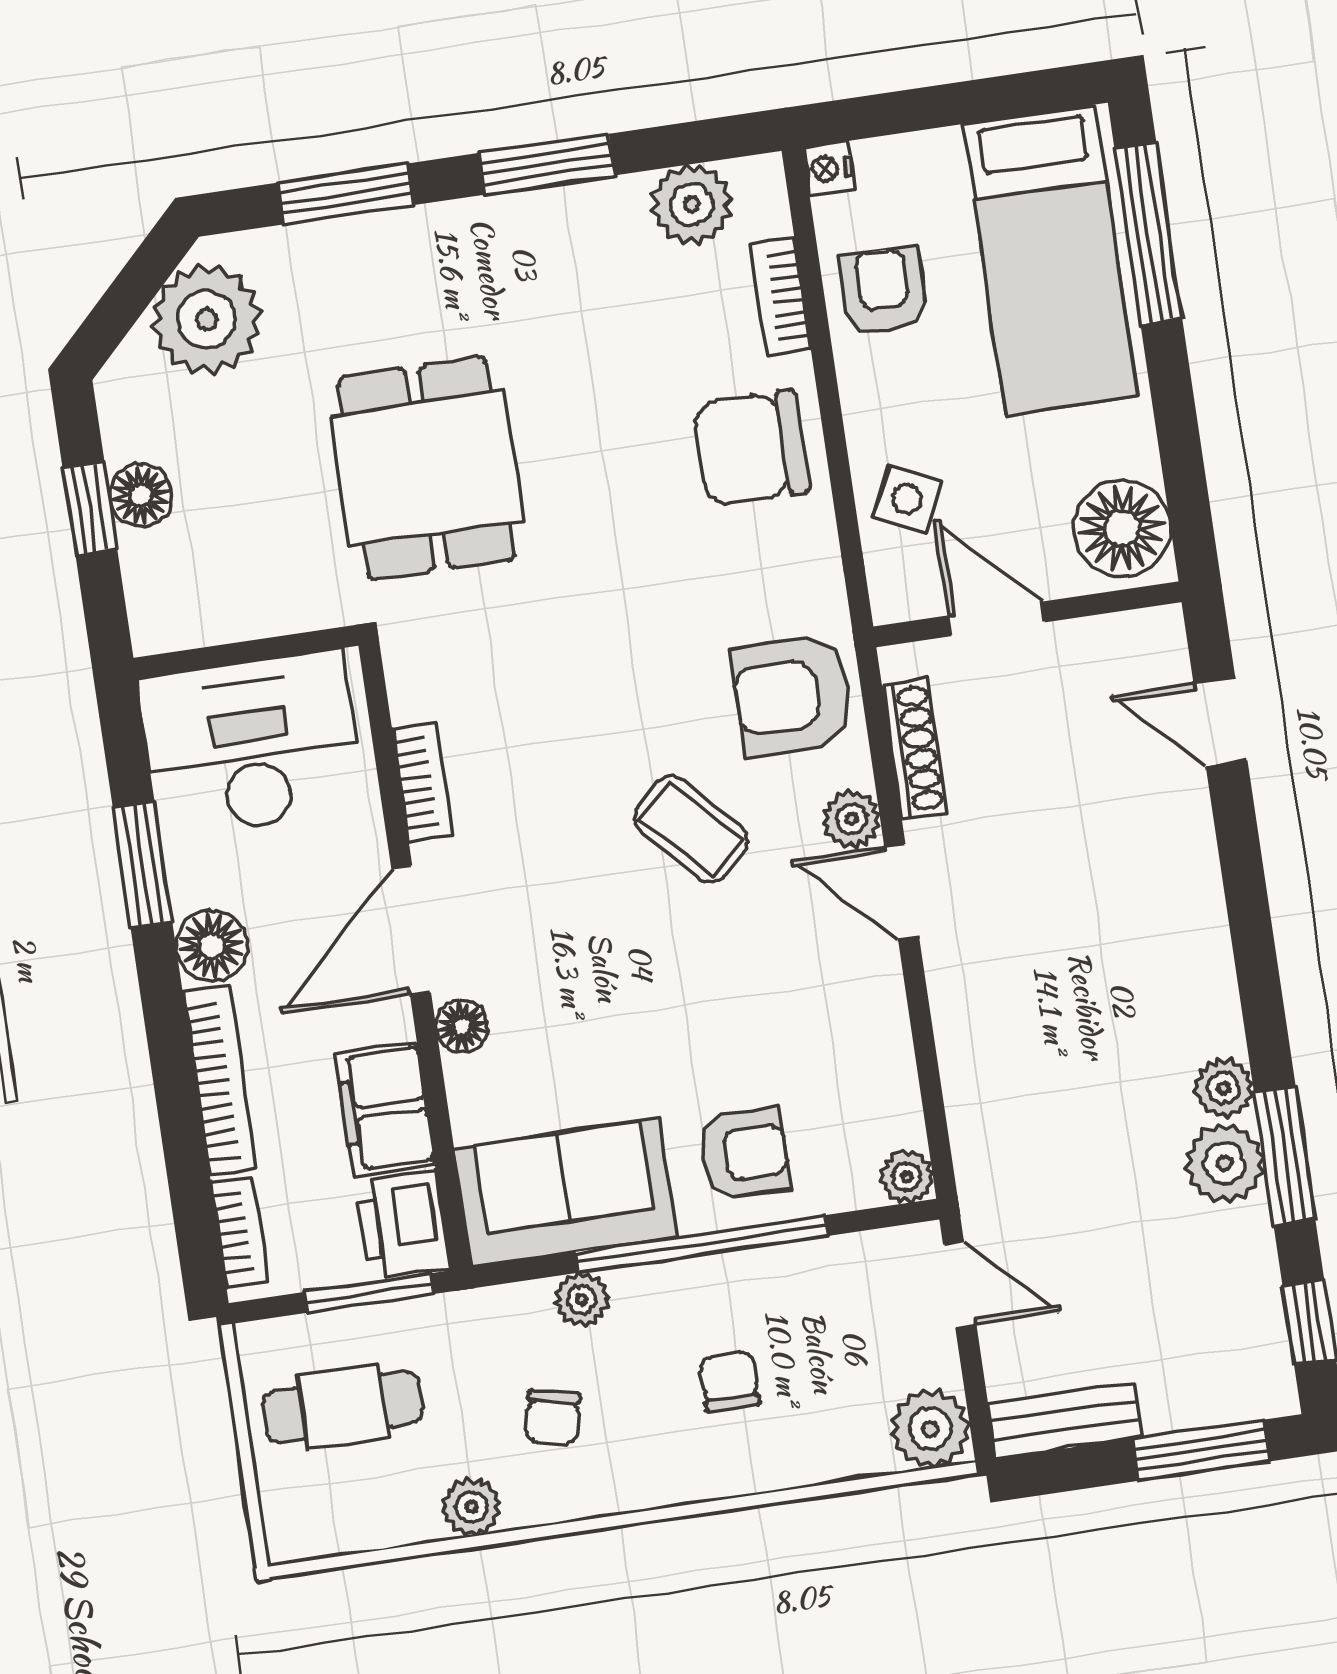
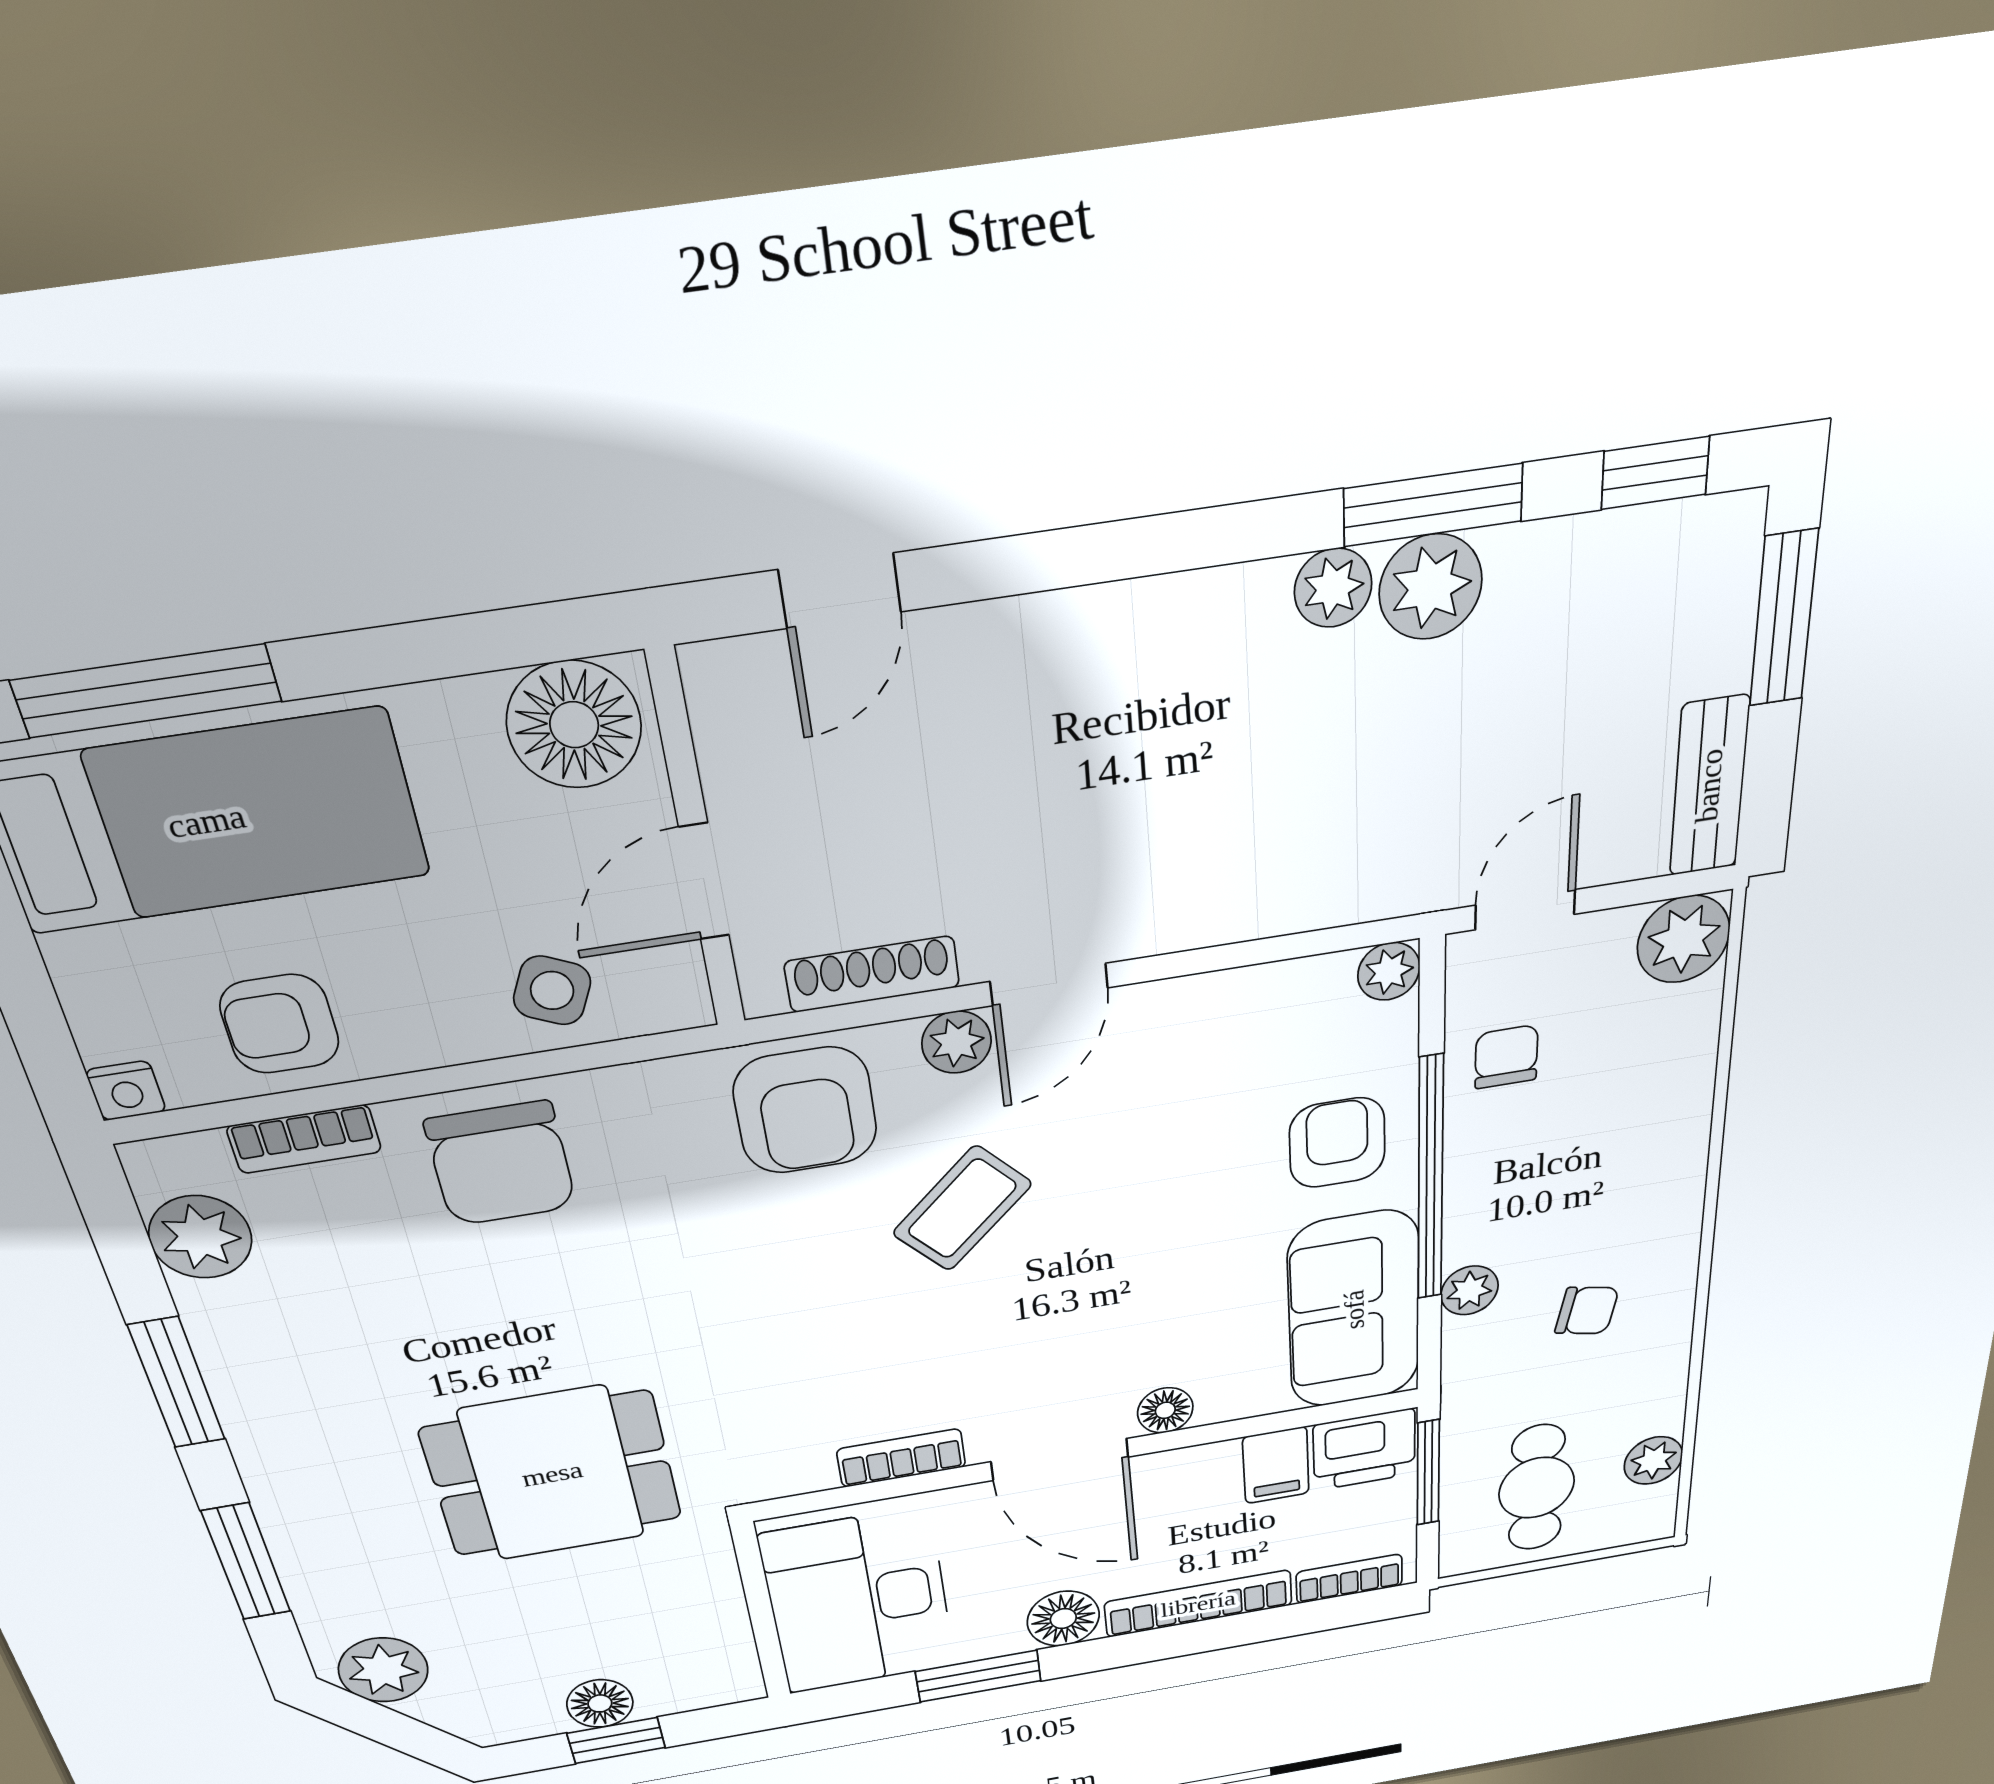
plant: (206, 319) -> (383, 1670), width x0.73, depth x0.73
filing cabinet: (385, 1109) -> (1276, 1465), width x0.50
chair: (730, 1382) -> (1506, 1057), moved, turned 90
plant: (472, 1507) -> (1653, 1461), moved

